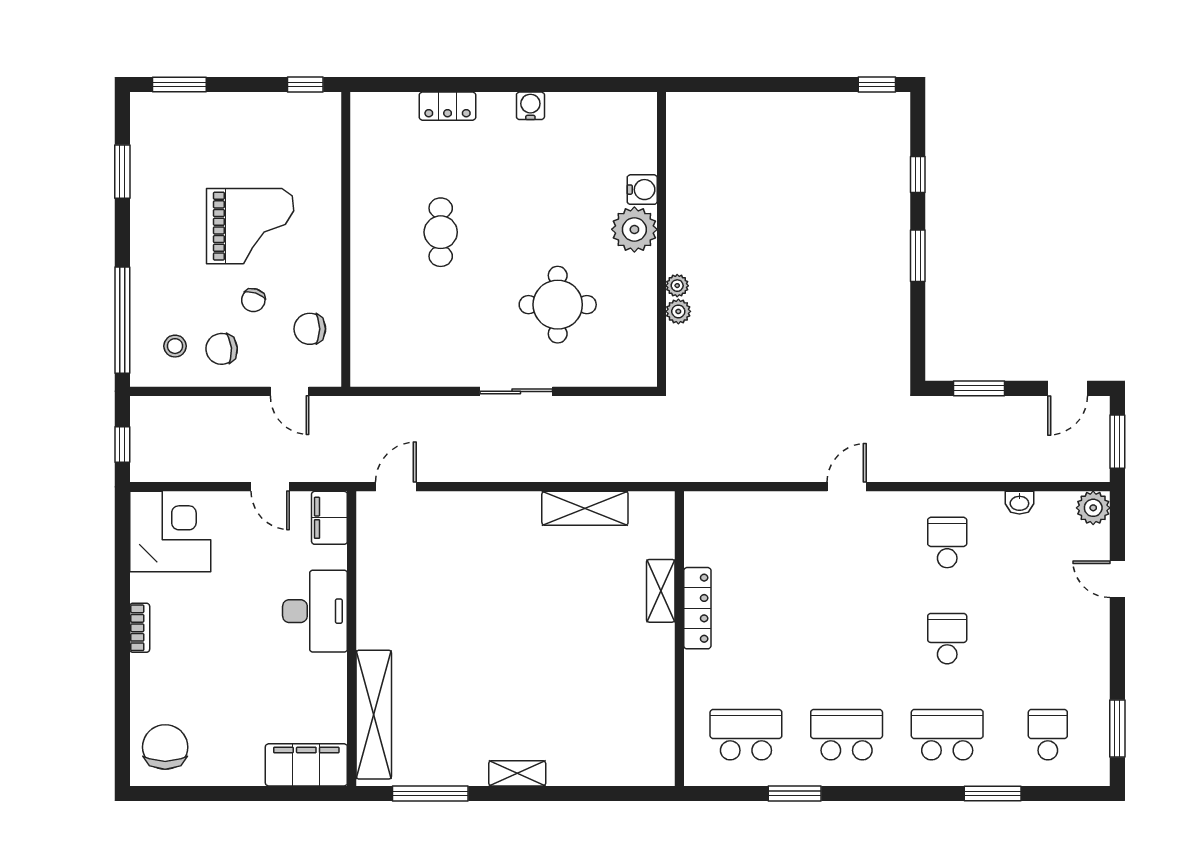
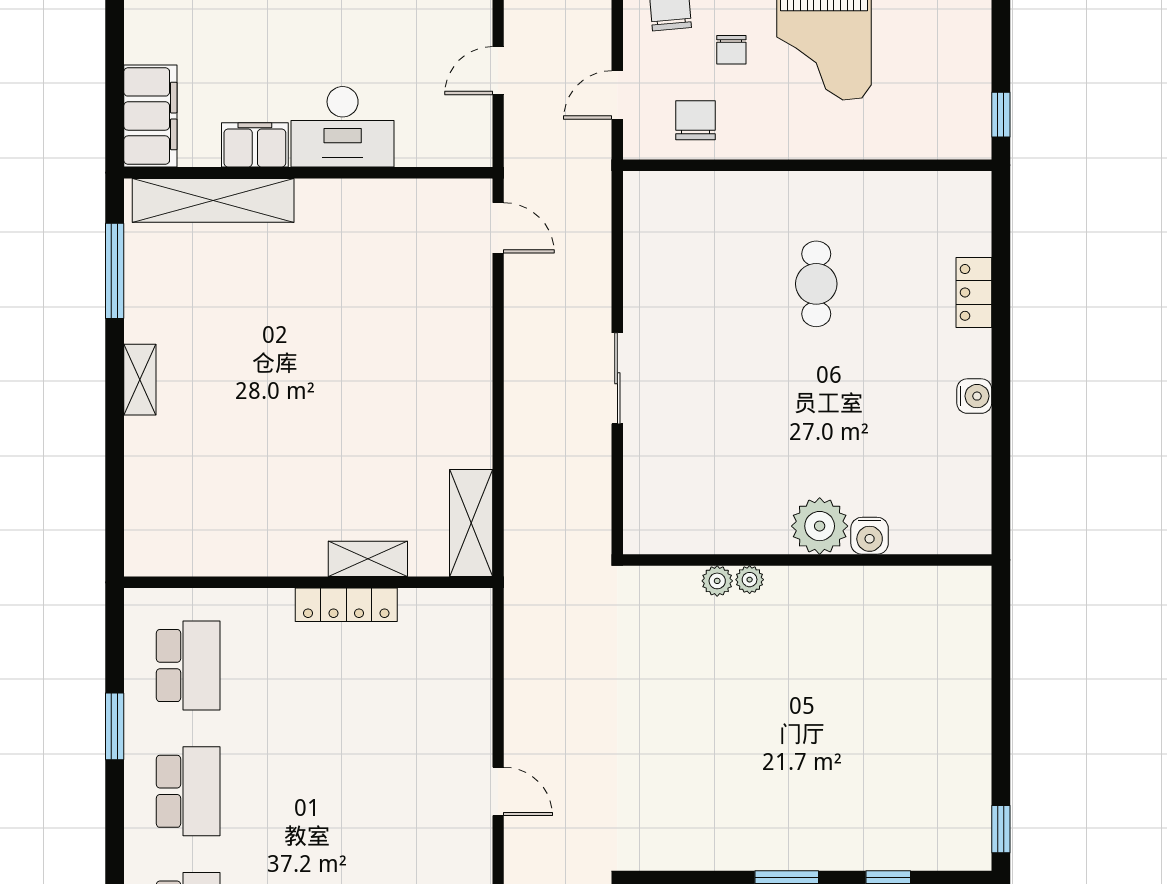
cafe table: (441, 232) -> (816, 284), turned 90
chair: (253, 300) -> (731, 50), turned -108
round table: (558, 305) -> (726, 430), removed
shelving: (585, 508) -> (471, 523), moved
filing cabinet: (329, 518) -> (255, 145), moved

